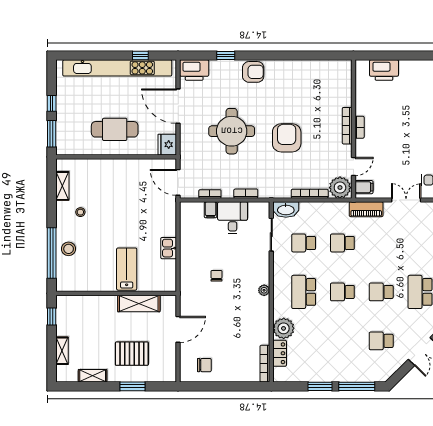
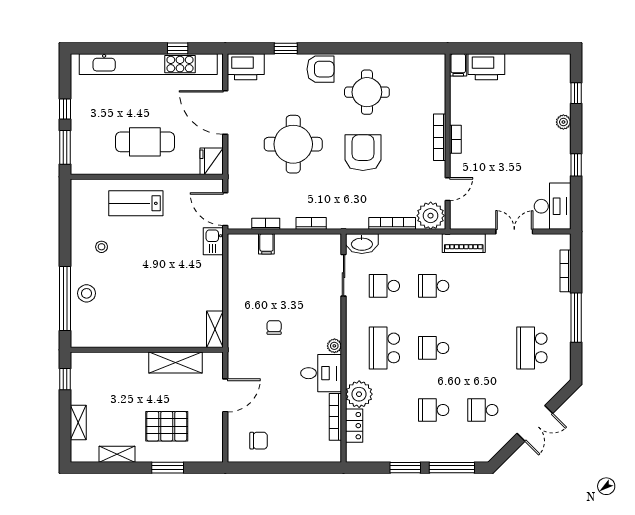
round table: (290, 90) -> (367, 92), added
shelving: (62, 186) -> (215, 329), moved
filing cabinet: (364, 187) -> (458, 65), moved, turned 90
desk: (233, 218) -> (321, 373), moved, turned 90
kitchen sink: (169, 248) -> (213, 241), moved
lab bench: (127, 269) -> (136, 203), moved, turned -90
school desk: (381, 292) -> (434, 410), moved
bookcase: (265, 364) -> (335, 417), moved

